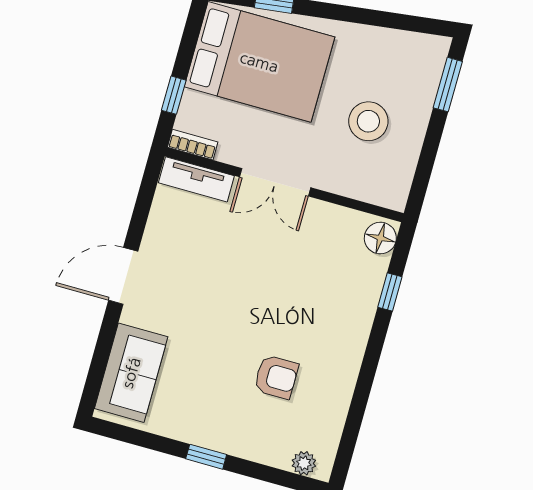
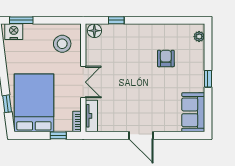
nightstand: (428, 61) -> (14, 32), added
stool: (368, 121) -> (62, 44), moved
sofa: (131, 373) -> (193, 112), moved, turned -90

